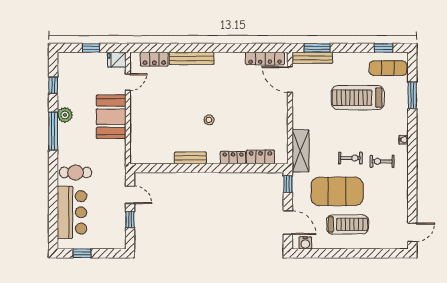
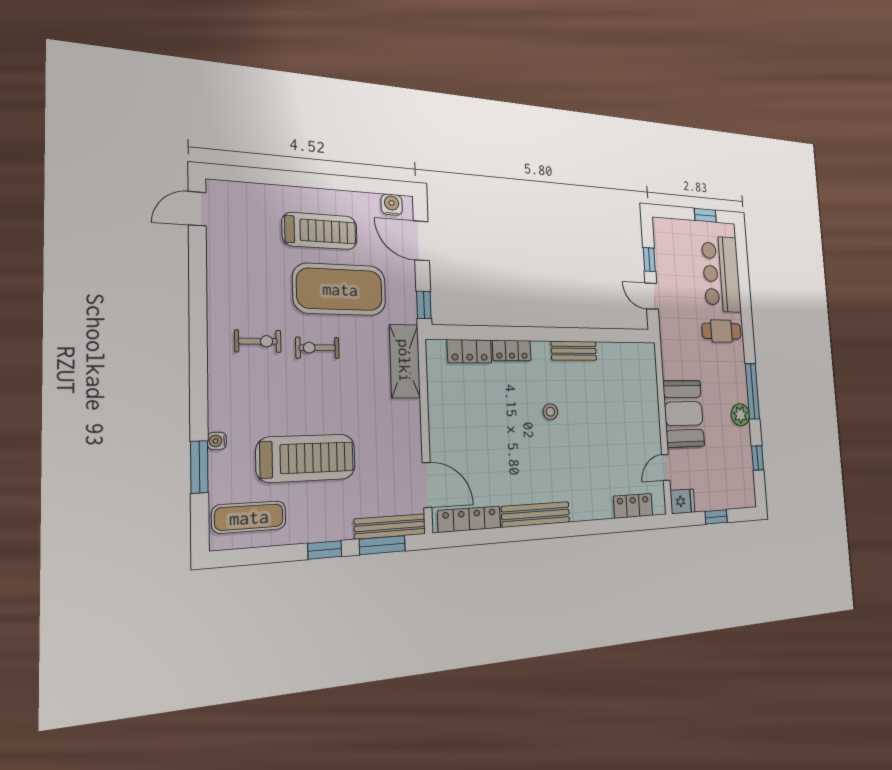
window: (384, 48) -> (325, 550), moved
bench: (192, 58) -> (536, 514), moved
water cooler: (404, 140) -> (217, 441), moved
treadmill: (347, 224) -> (320, 231), turned 180

